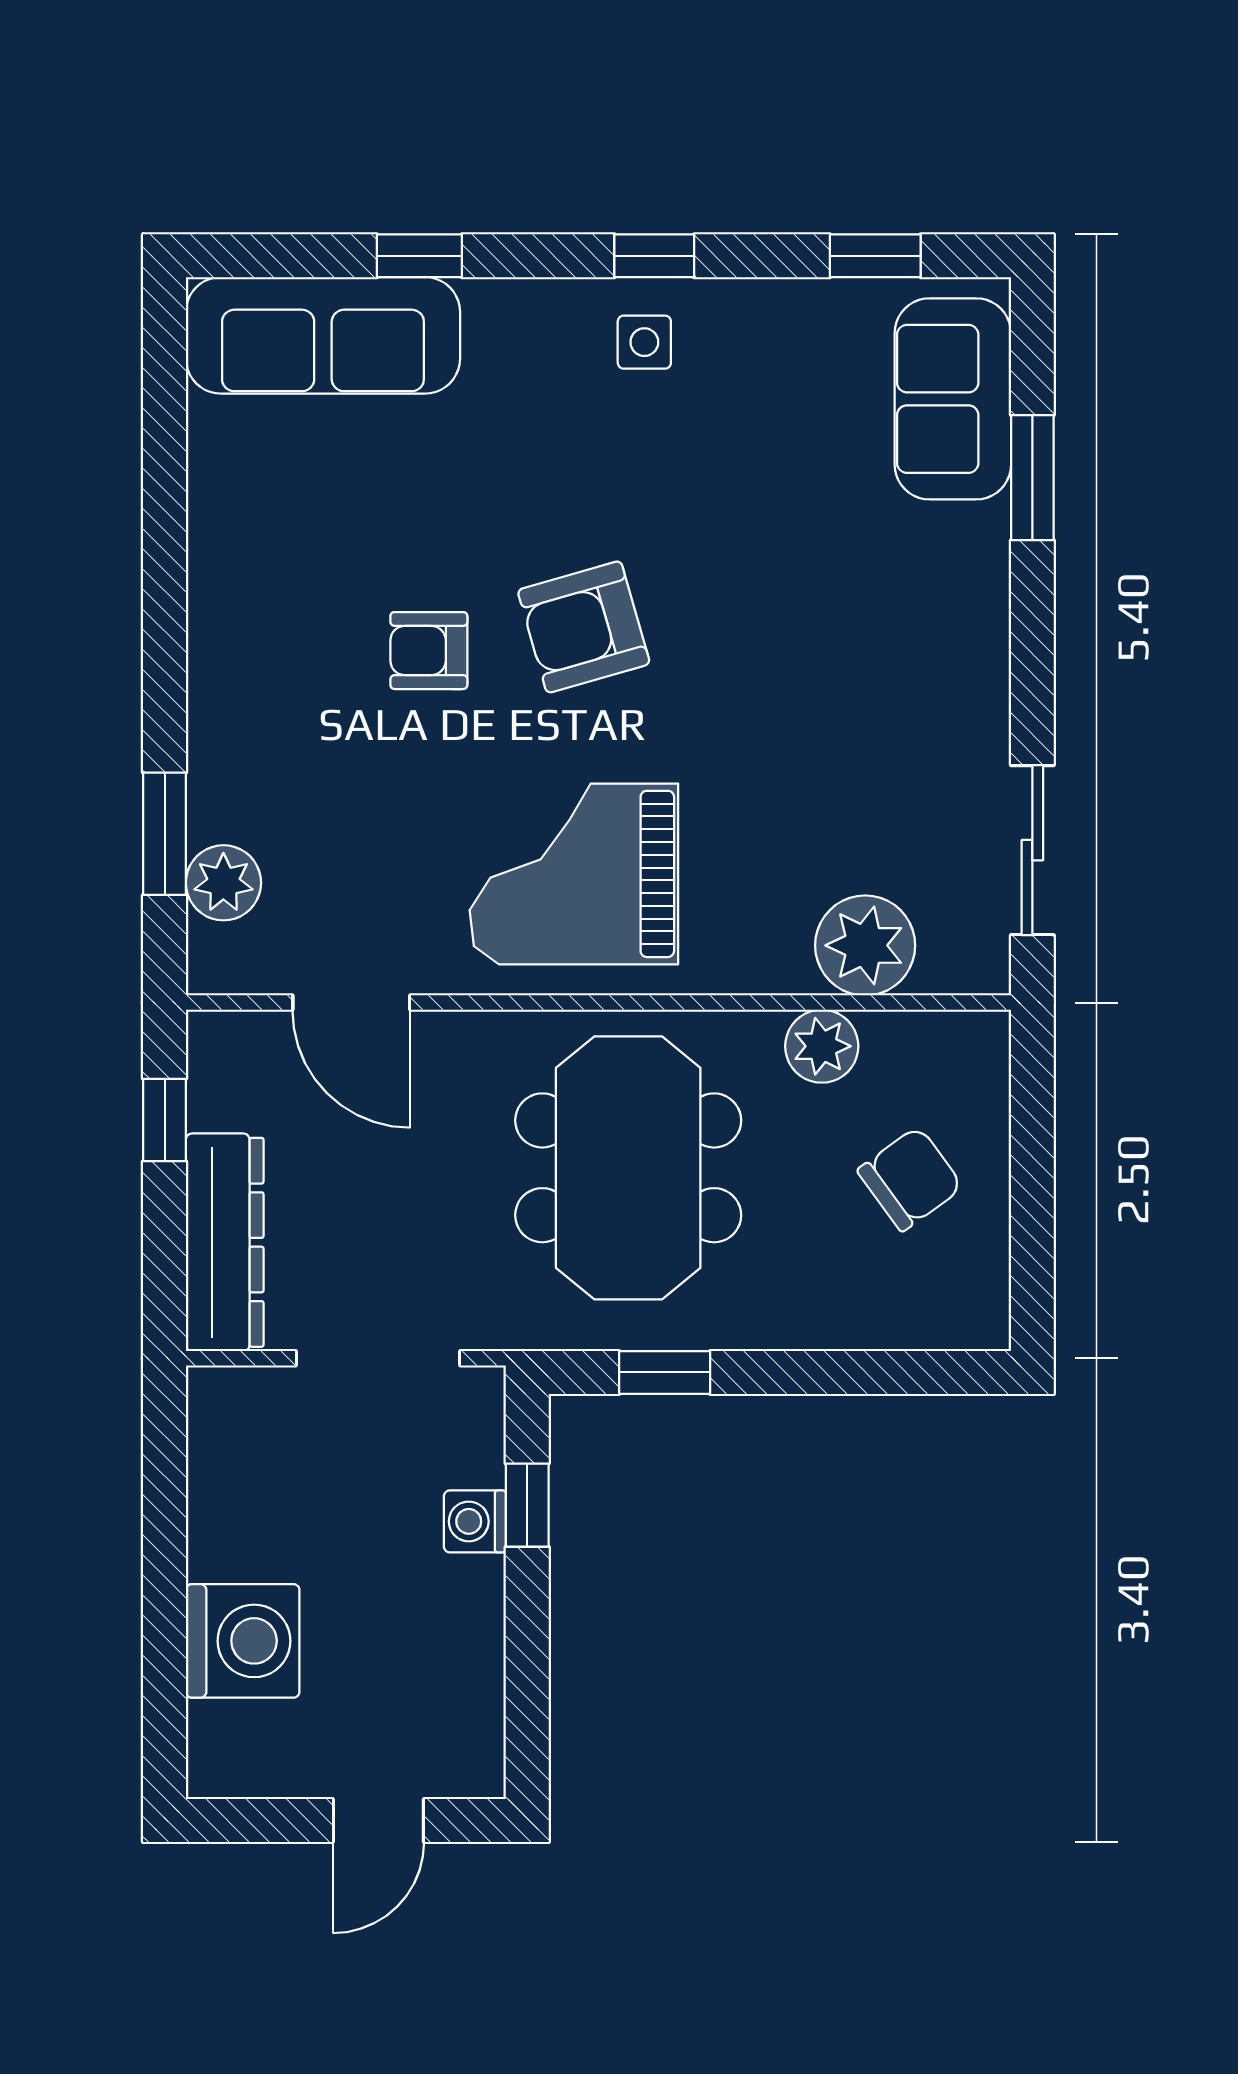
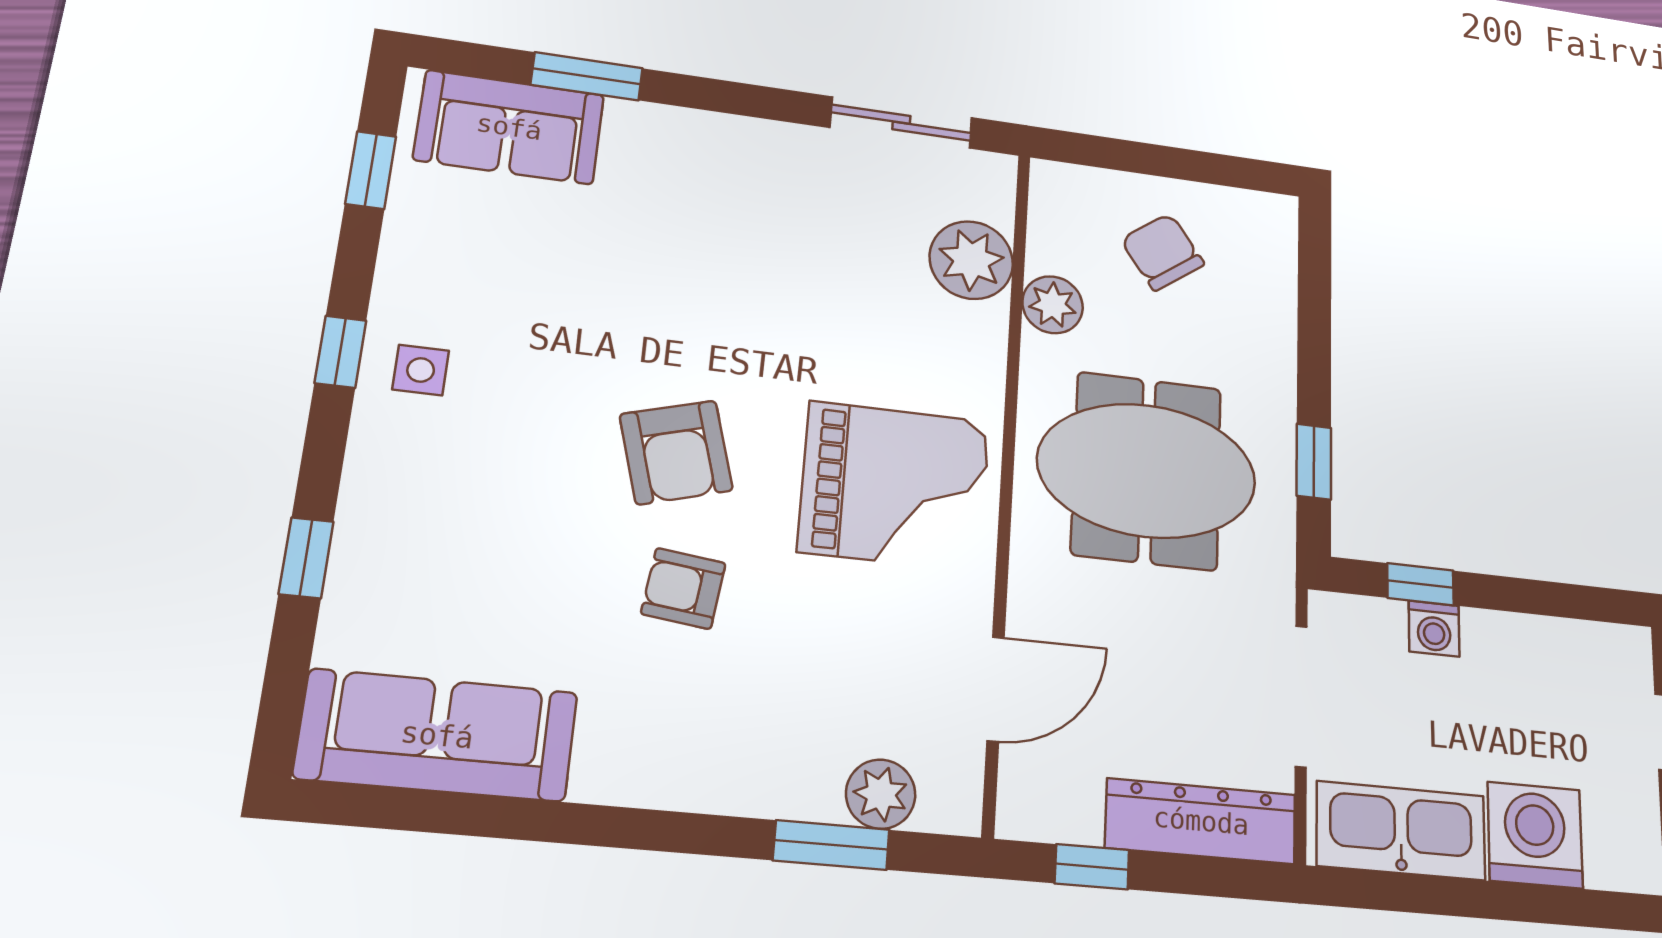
sofa: (323, 335) -> (437, 735), moved, turned -90
armchair: (429, 651) -> (683, 588), turned 97
grand piano: (574, 874) -> (895, 486), turned -90
kitchen sink: (234, 1478) -> (1401, 831), added

